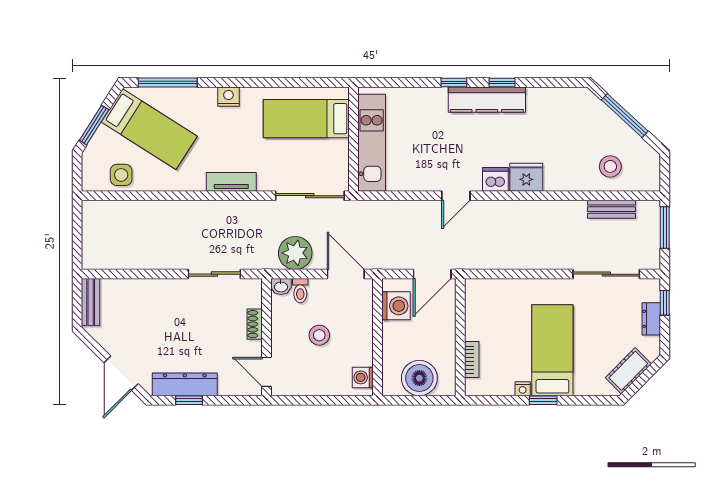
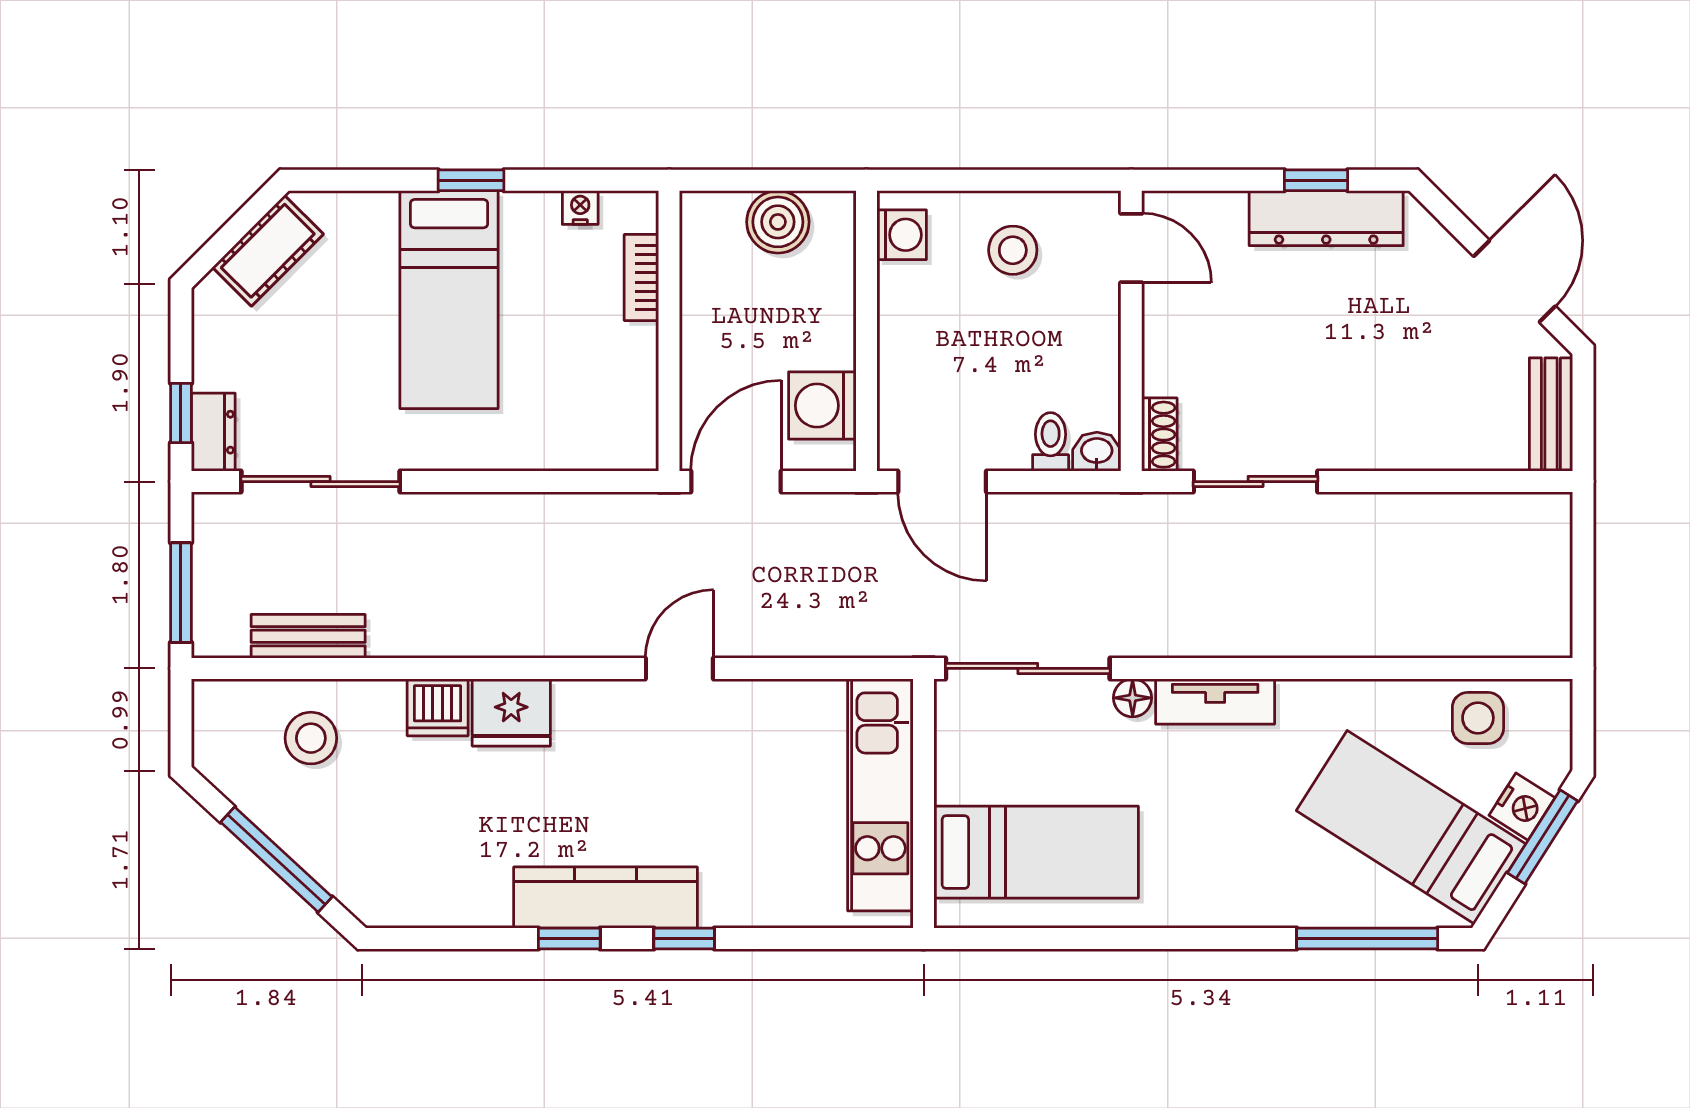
nightstand: (228, 97) -> (1522, 807), moved, turned -58
dishwasher: (495, 179) -> (438, 707), moved
floor lamp: (266, 183) -> (1133, 698), added
plant: (295, 253) -> (1063, 532), removed
dresser: (651, 319) -> (213, 432), moved
shoe rack: (255, 324) -> (1159, 435), moved
stool: (319, 335) -> (1013, 250), moved
door: (121, 373) -> (1515, 281), moved
boiler: (419, 378) -> (778, 222), width x0.73, depth x0.73
nightstand: (523, 389) -> (580, 208), moved

